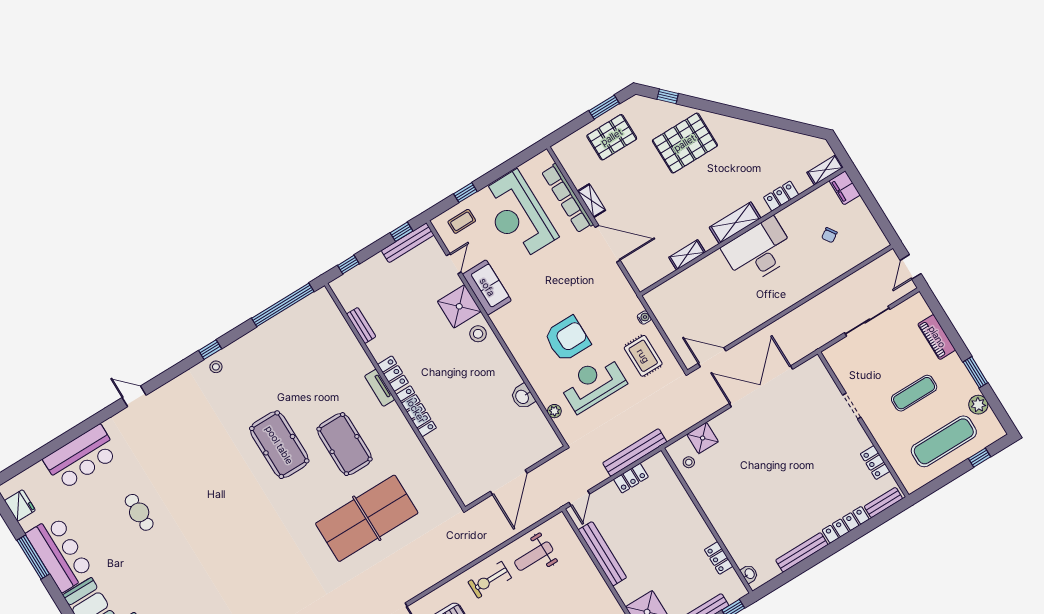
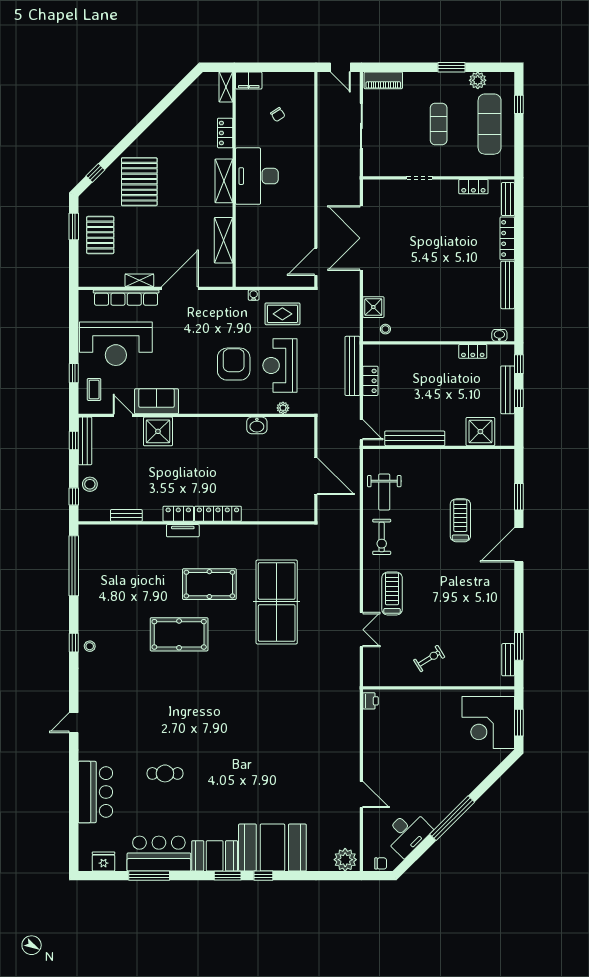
shelving: (687, 255) -> (224, 240), width x1.50, depth x1.33
stool: (478, 334) -> (90, 484), moved
piano: (937, 337) -> (383, 80), moved

